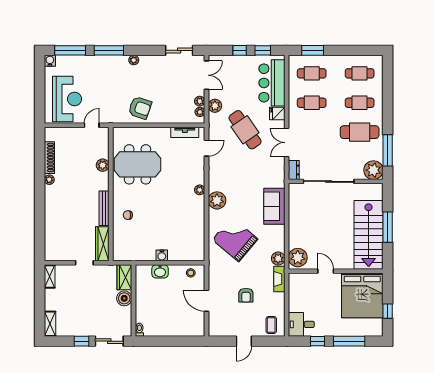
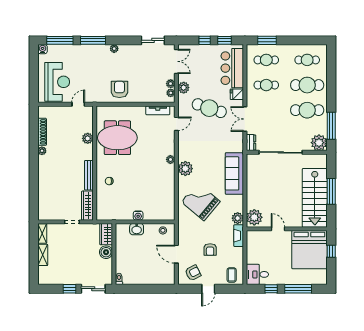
cafe table: (360, 103) -> (307, 85), width x1.37, depth x1.35
armchair: (140, 108) -> (119, 89), turned -109
cafe table: (245, 130) -> (209, 108), turned -37
sofa: (274, 206) -> (234, 173), width x1.36
window: (388, 311) -> (331, 251), moved
armchair: (226, 322) -> (193, 273), added
shelving: (50, 324) -> (43, 255), moved

